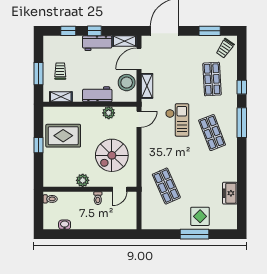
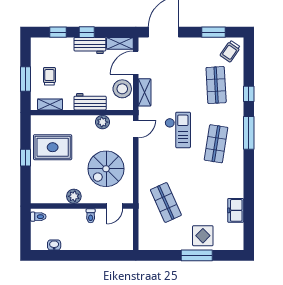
shop shelf: (212, 133) -> (216, 144), turned 30

